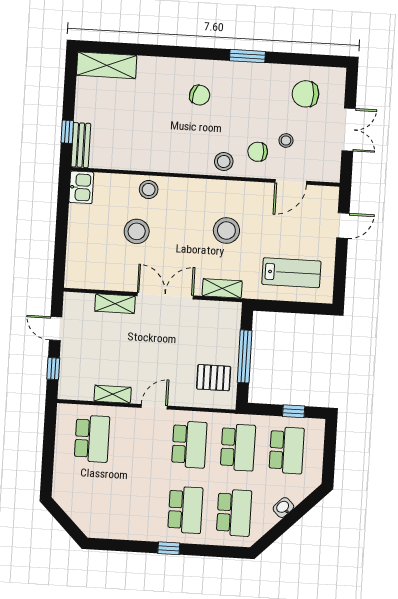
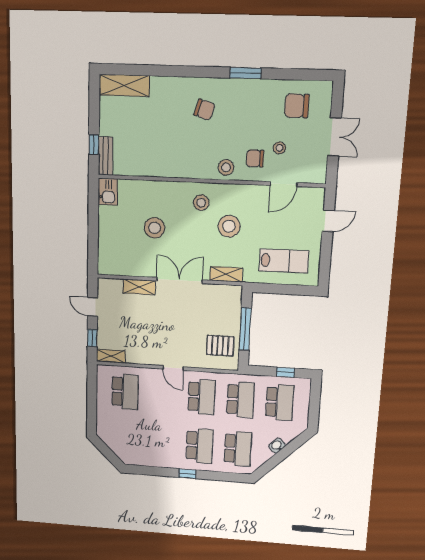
stool: (149, 190) -> (201, 203), moved
shelving: (113, 394) -> (111, 356), moved
door: (154, 407) -> (173, 368), swing flipped

